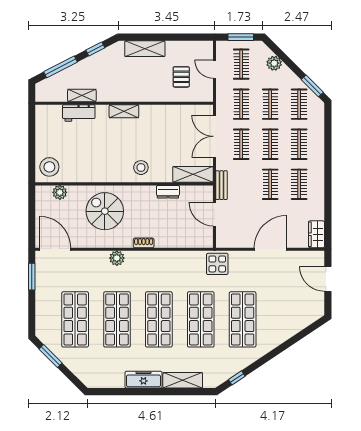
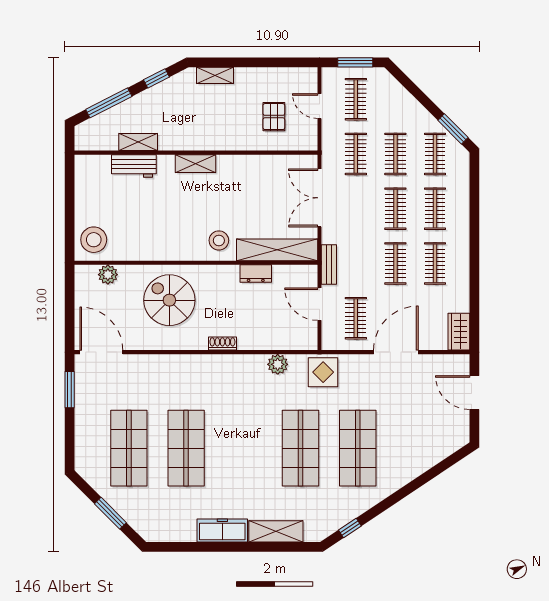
shelving: (145, 49) -> (215, 75), width x0.67, depth x0.75
plant: (274, 63) -> (401, 98), removed
clothes rail: (241, 144) -> (356, 318), moved
shelving: (193, 174) -> (277, 250), width x1.47
plant: (117, 258) -> (278, 364), moved
shop shelf: (159, 319) -> (243, 448), removed
window: (51, 356) -> (110, 513), moved

